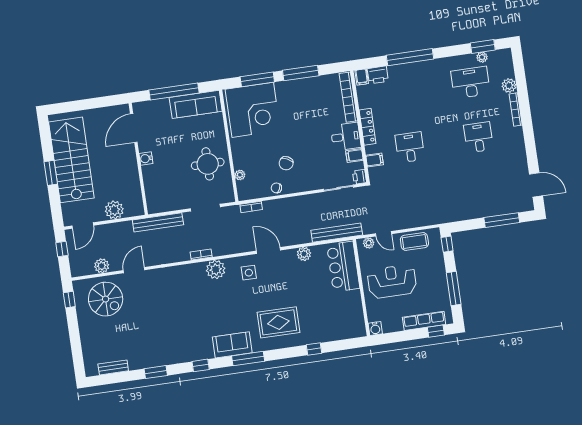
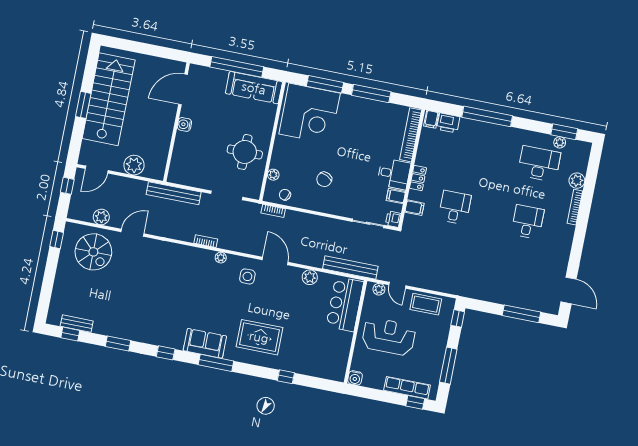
locker: (367, 127) -> (418, 178), width x0.66
chair: (276, 188) -> (285, 195), moved
plant: (216, 269) -> (221, 258), width x0.53, depth x0.53
window: (111, 379) -> (70, 334), added

